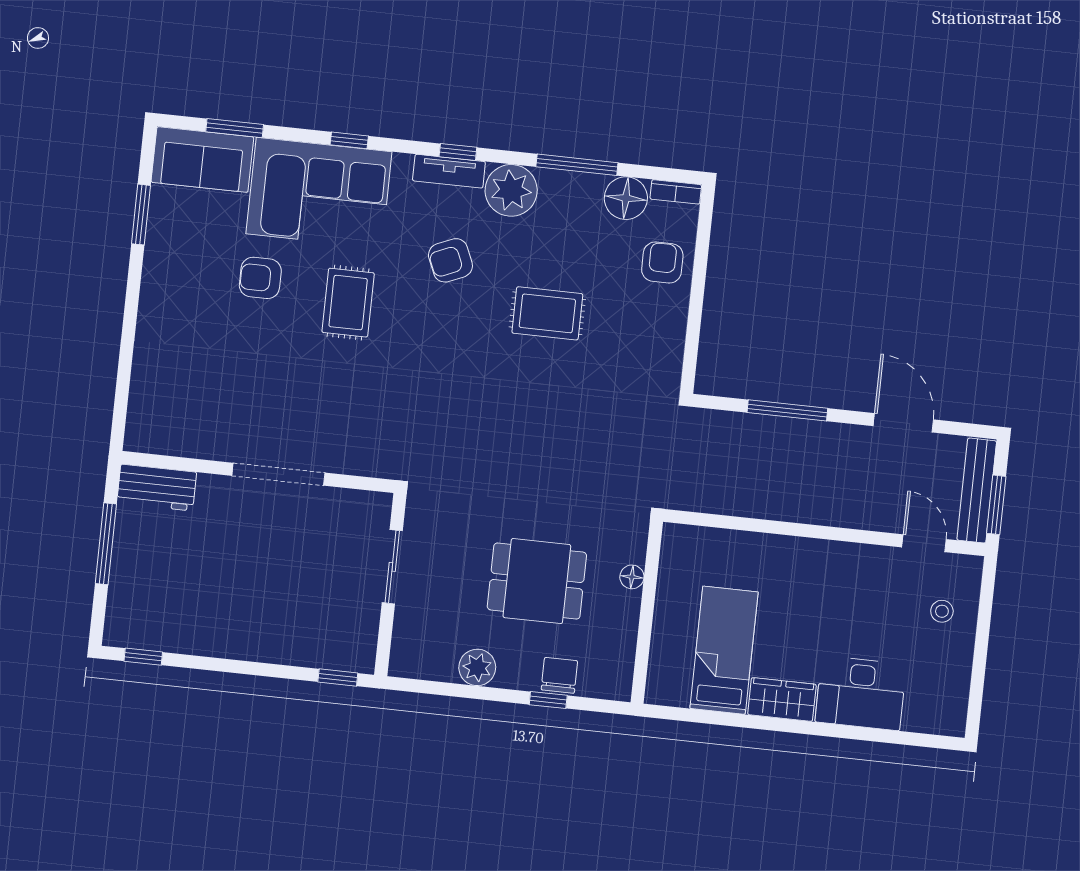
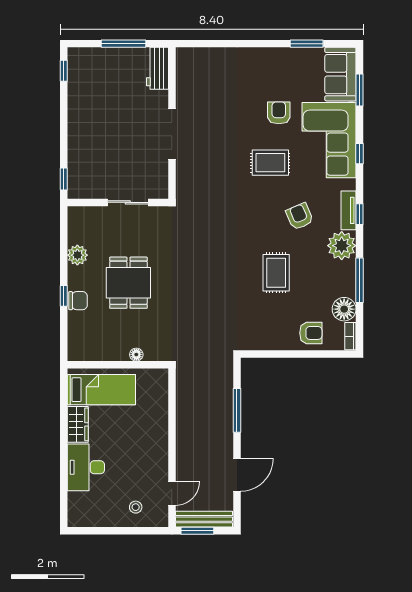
floor lamp: (632, 577) -> (136, 355), moved
wall: (647, 612) -> (118, 365), moved

